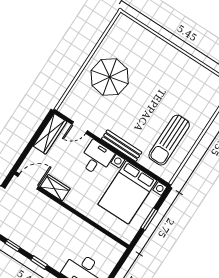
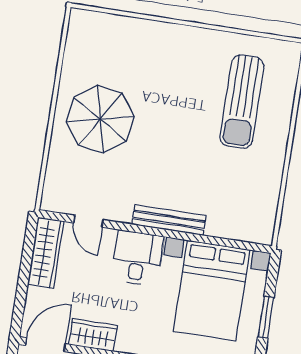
door: (80, 127) -> (89, 221), hinge flipped
sun lounger: (169, 140) -> (242, 102), moved

